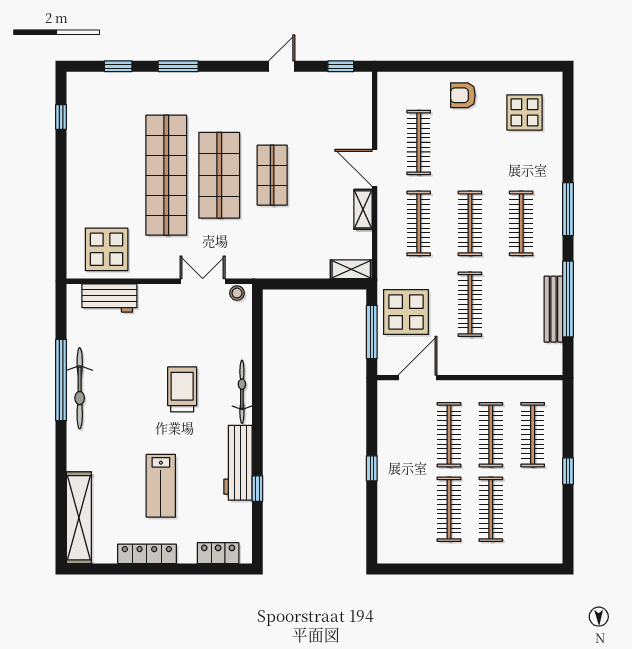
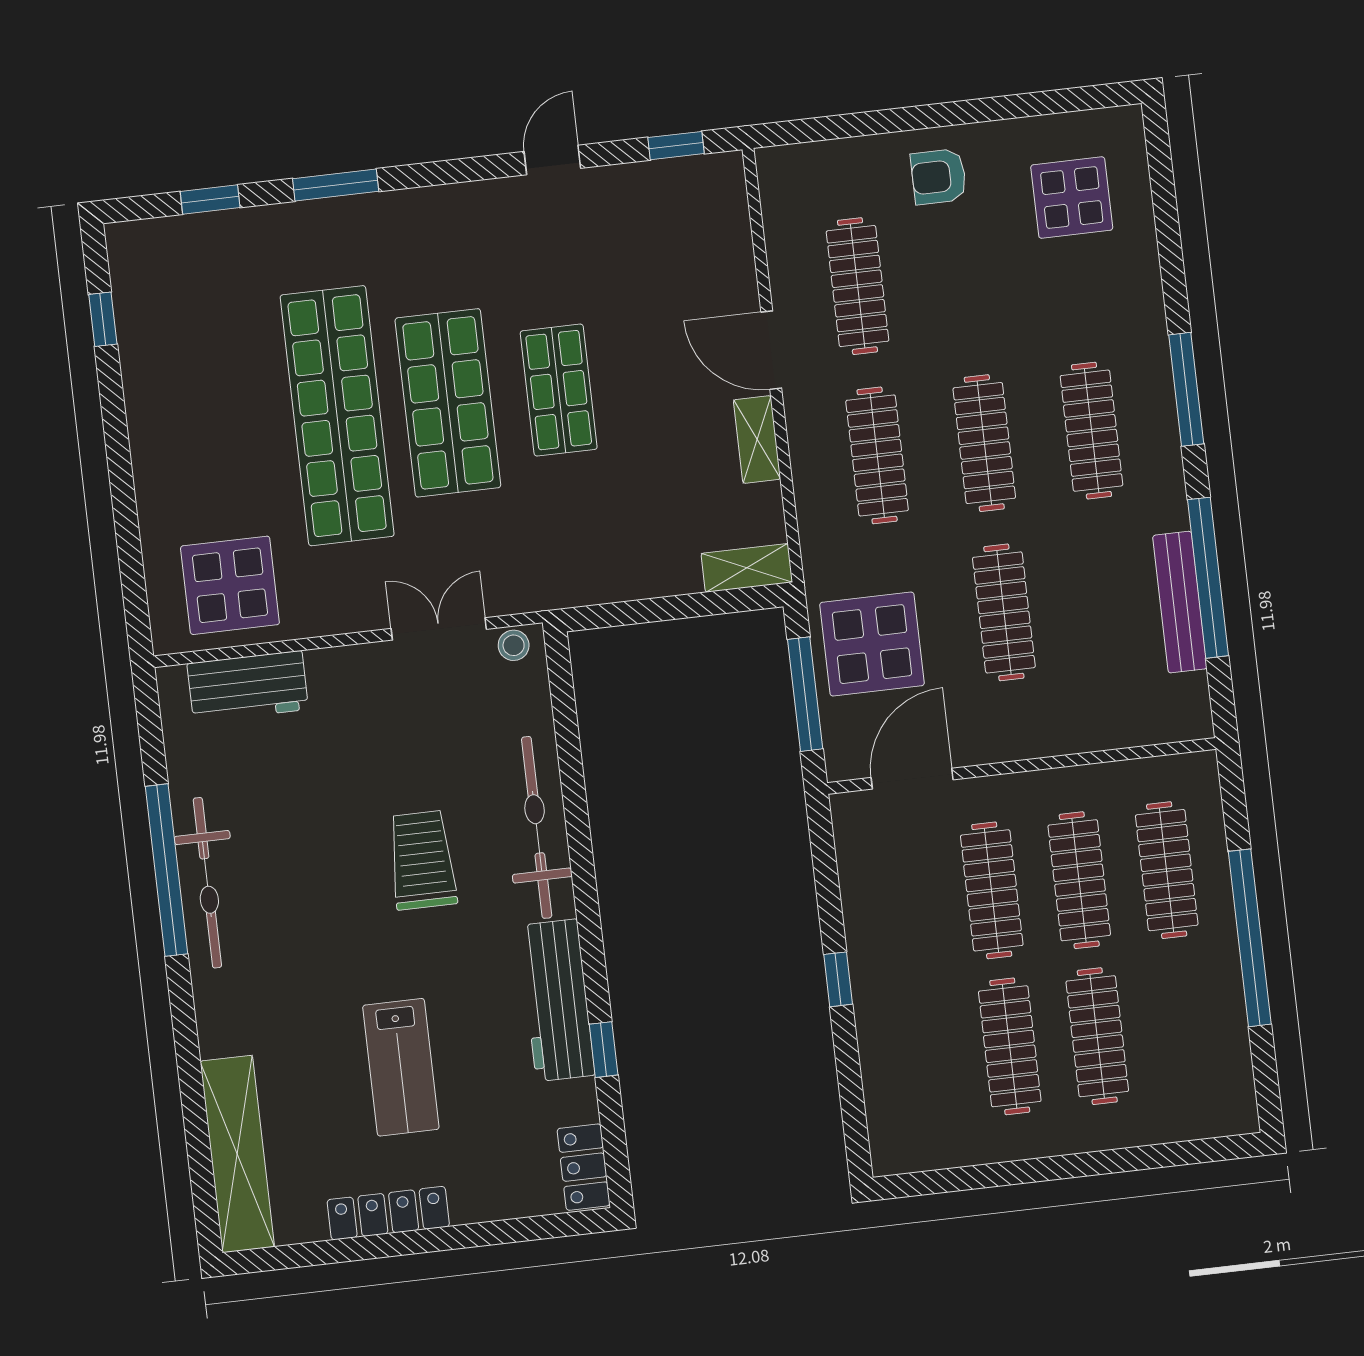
bicycle: (242, 392) -> (537, 827), width x1.37, depth x1.40
window: (568, 471) -> (1250, 938), width x3.17
locker: (218, 553) -> (584, 1167), moved, turned -90

